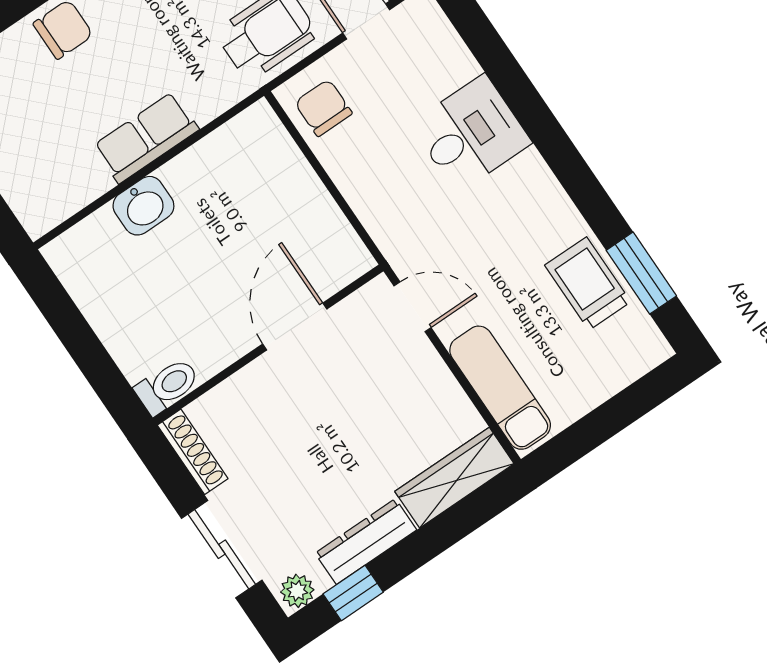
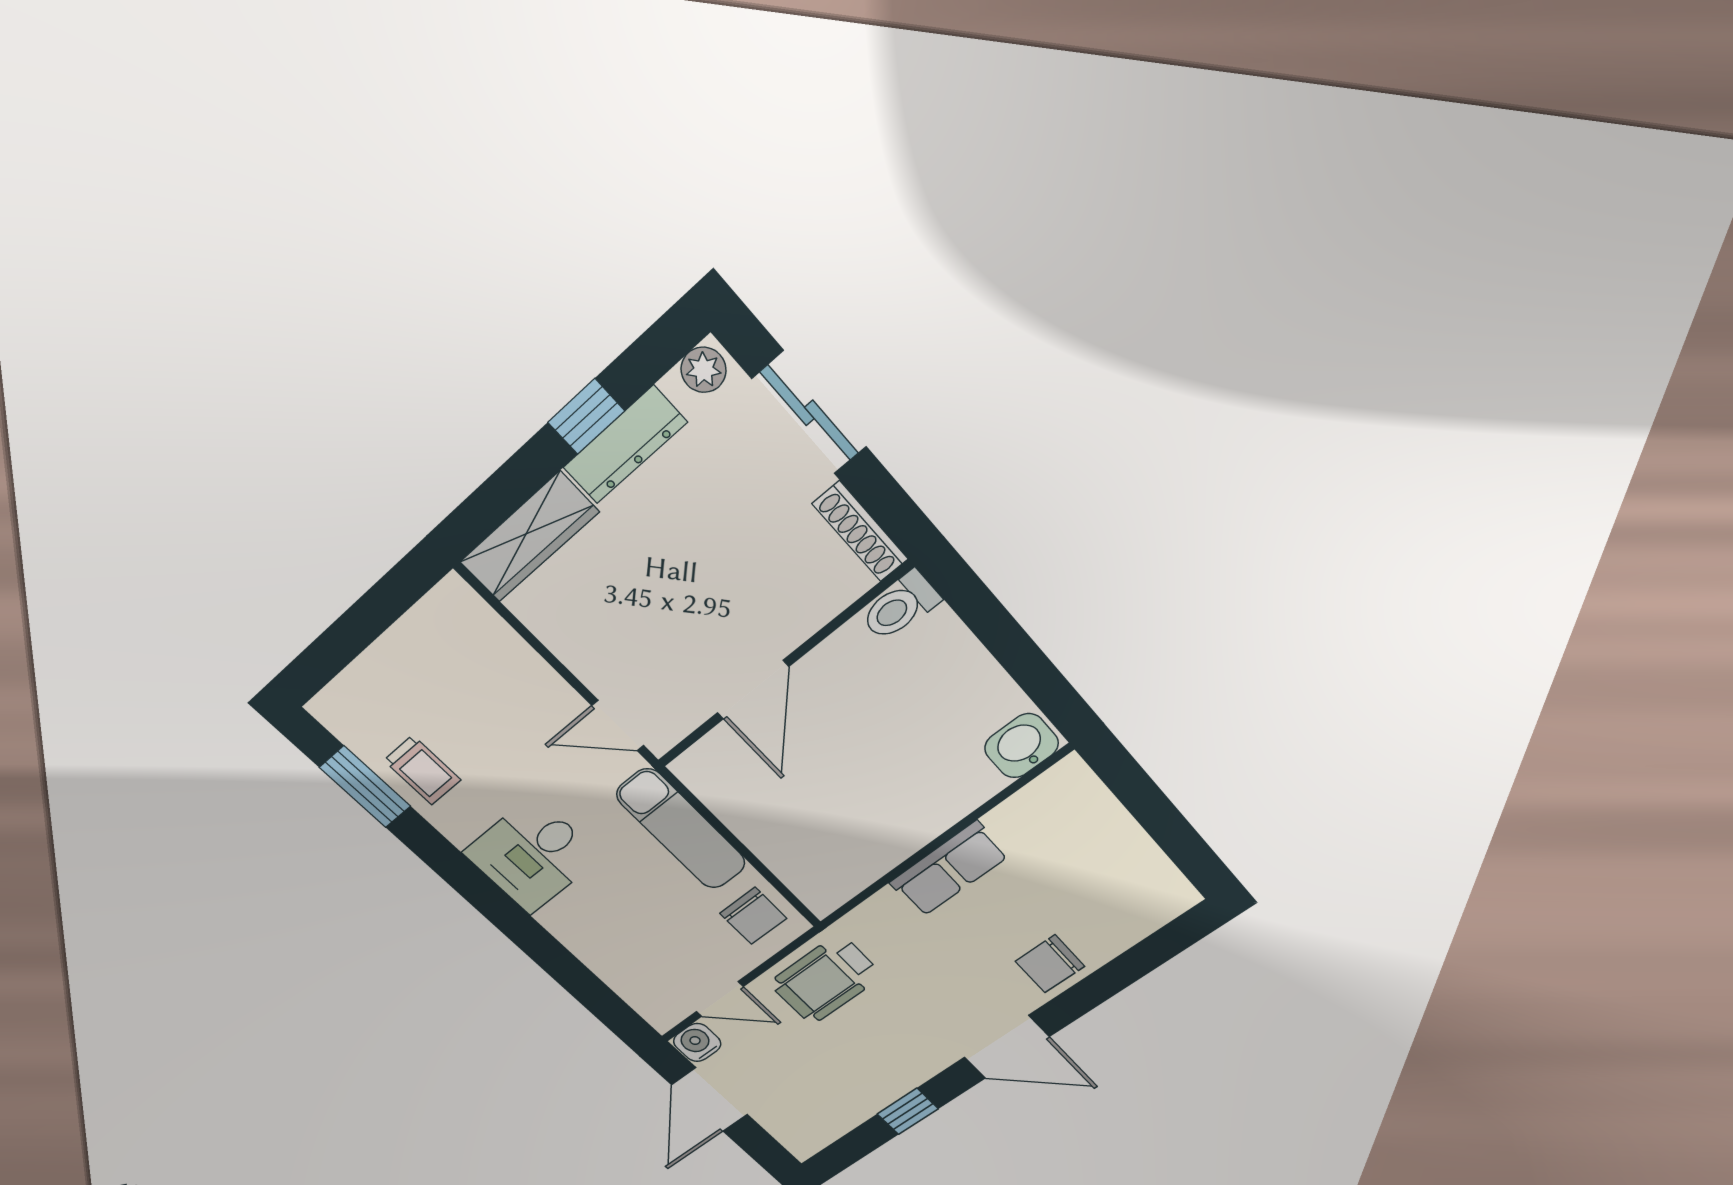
desk: (471, 133) -> (532, 855), moved
washbasin: (143, 206) -> (1021, 746), moved
trolley: (588, 284) -> (422, 770), width x0.73, depth x0.72
exam couch: (500, 388) -> (681, 829), moved
window: (353, 593) -> (586, 417), moved

